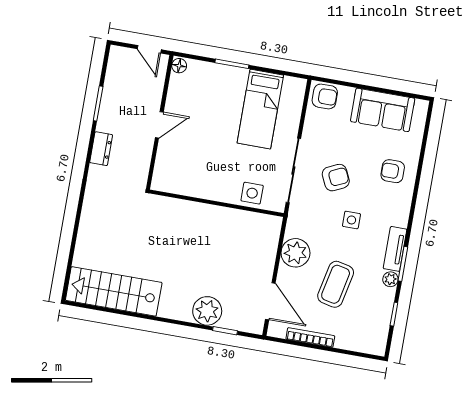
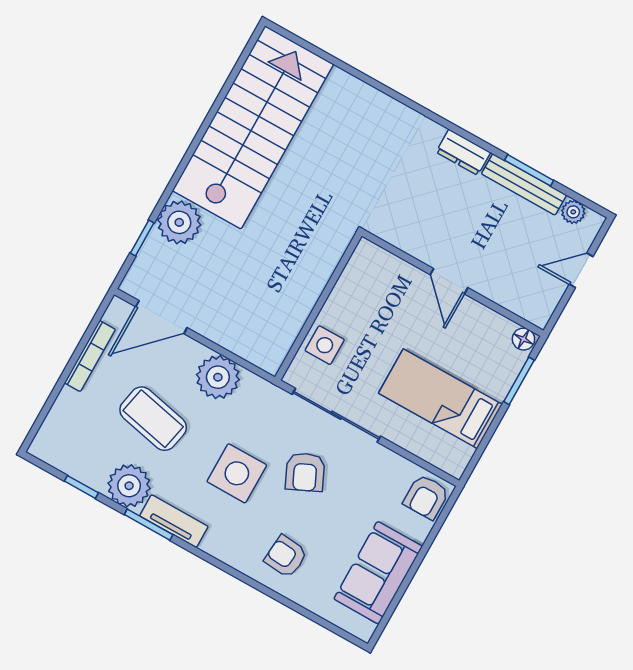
floor lamp: (179, 66) -> (523, 339), moved
plant: (114, 67) -> (573, 212), added
bench: (108, 104) -> (524, 184), added
wall: (160, 122) -> (453, 283), moved
door: (159, 125) -> (449, 281), moved
armchair: (393, 171) -> (286, 556), turned -85
side table: (351, 220) -> (237, 473), width x1.87, depth x1.87
plant: (390, 279) -> (129, 486), width x1.88, depth x1.88
stairs: (114, 291) -> (253, 127), width x1.36, depth x1.51

